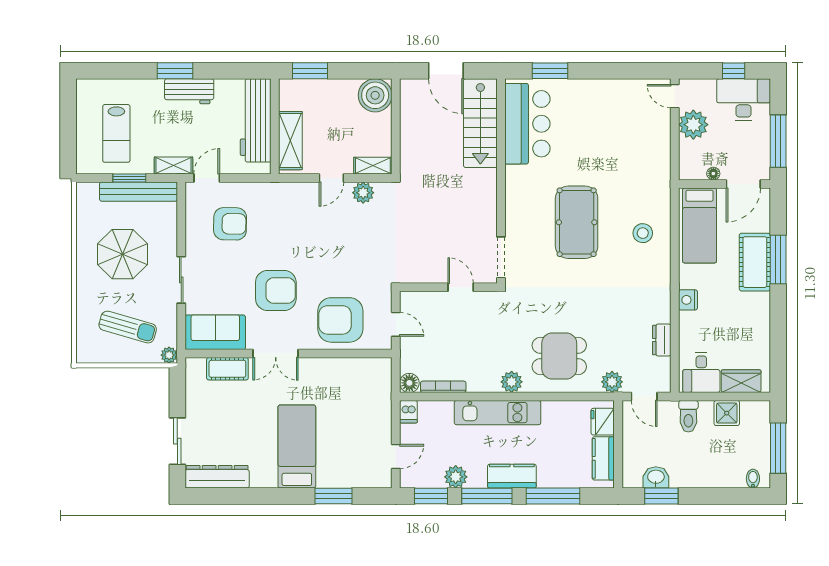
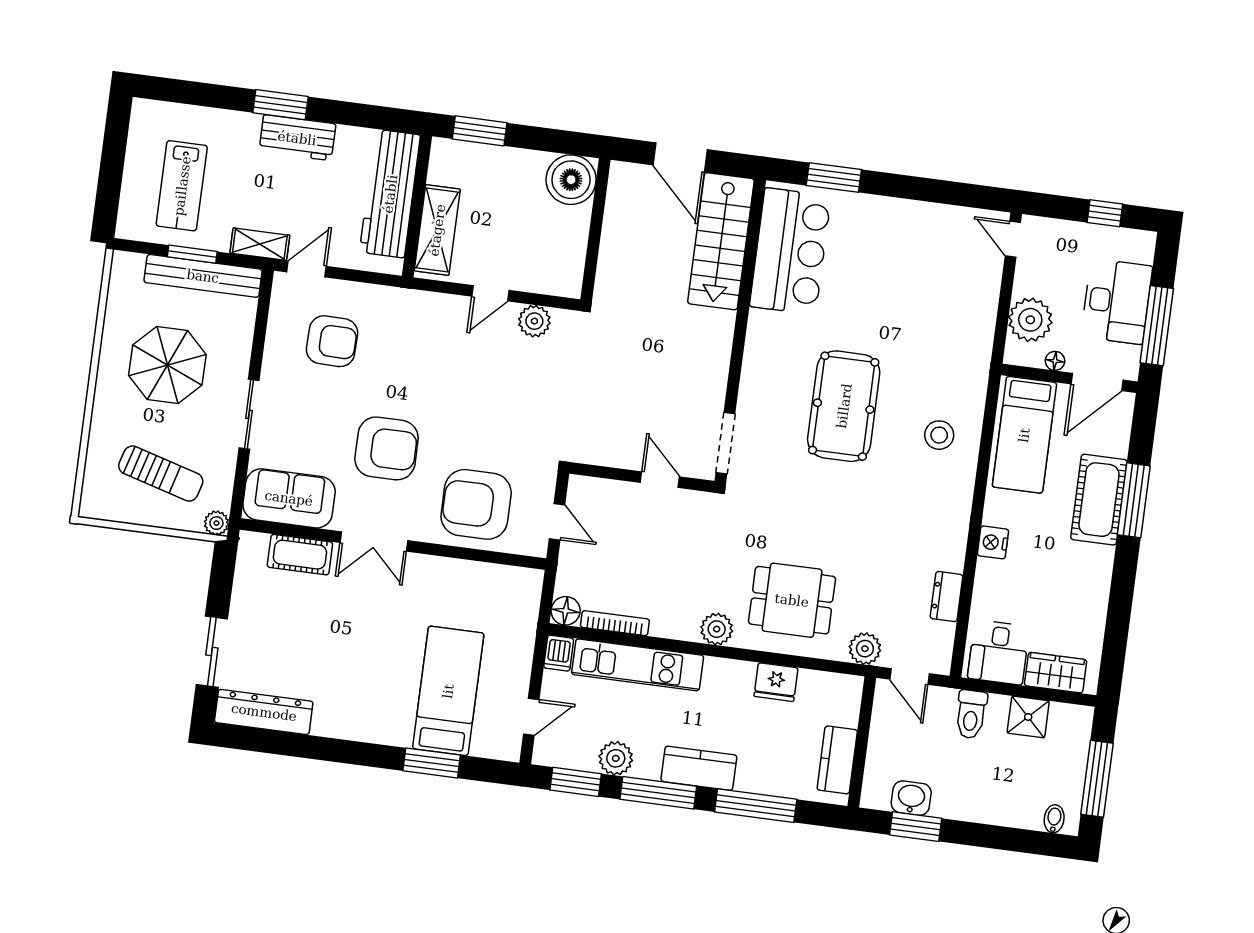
desk: (744, 100) -> (1117, 301), moved, turned 90
plant: (693, 125) -> (1030, 320), moved
shelving: (373, 166) -> (554, 283), removed
kitchen unit: (498, 413) -> (638, 665), moved
fridge: (603, 422) -> (776, 682), moved, turned -90
bed: (297, 447) -> (448, 691), moved

